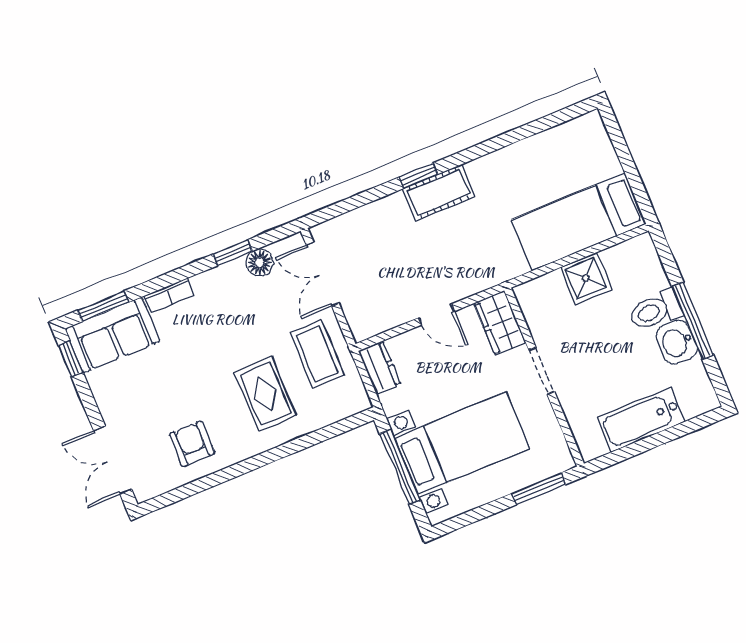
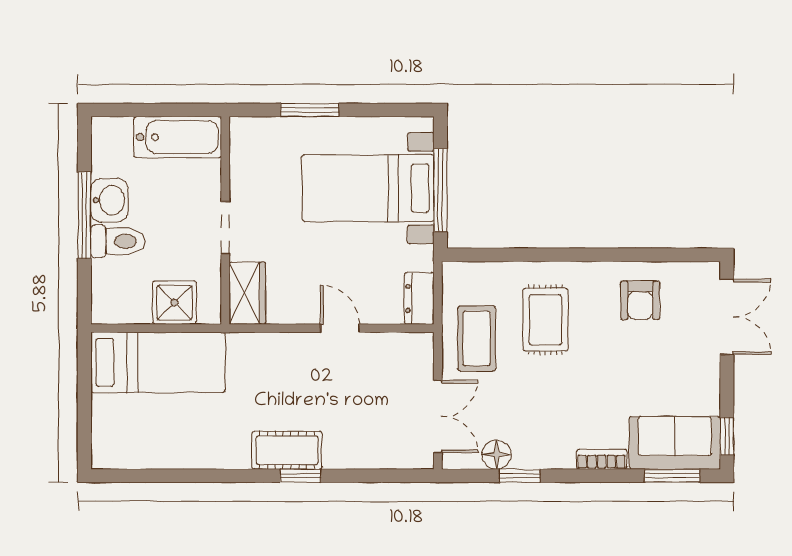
wardrobe: (500, 323) -> (247, 293), moved
doorway: (542, 371) -> (225, 228), moved
wall: (544, 377) -> (225, 220), moved

